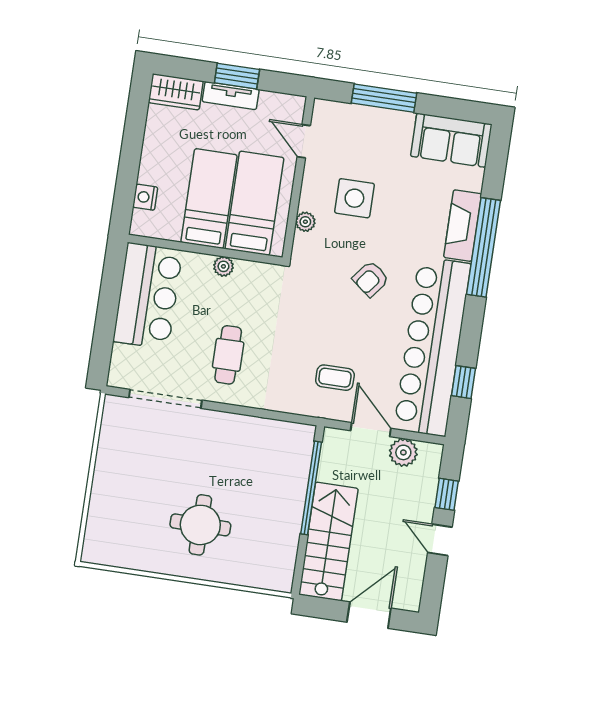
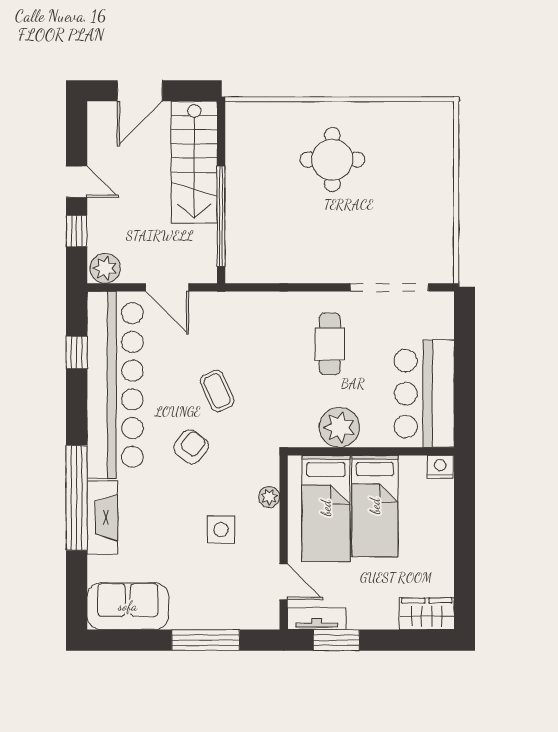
window: (237, 76) -> (336, 640), moved
tv unit: (231, 96) -> (317, 619), moved
nightstand: (145, 197) -> (440, 467), moved, turned -90
side table: (354, 198) -> (221, 530), width x0.73, depth x0.73
plant: (223, 266) -> (339, 427), width x1.88, depth x1.88
coffee table: (335, 378) -> (217, 391), moved, turned 66
plant: (403, 452) -> (105, 268), moved

